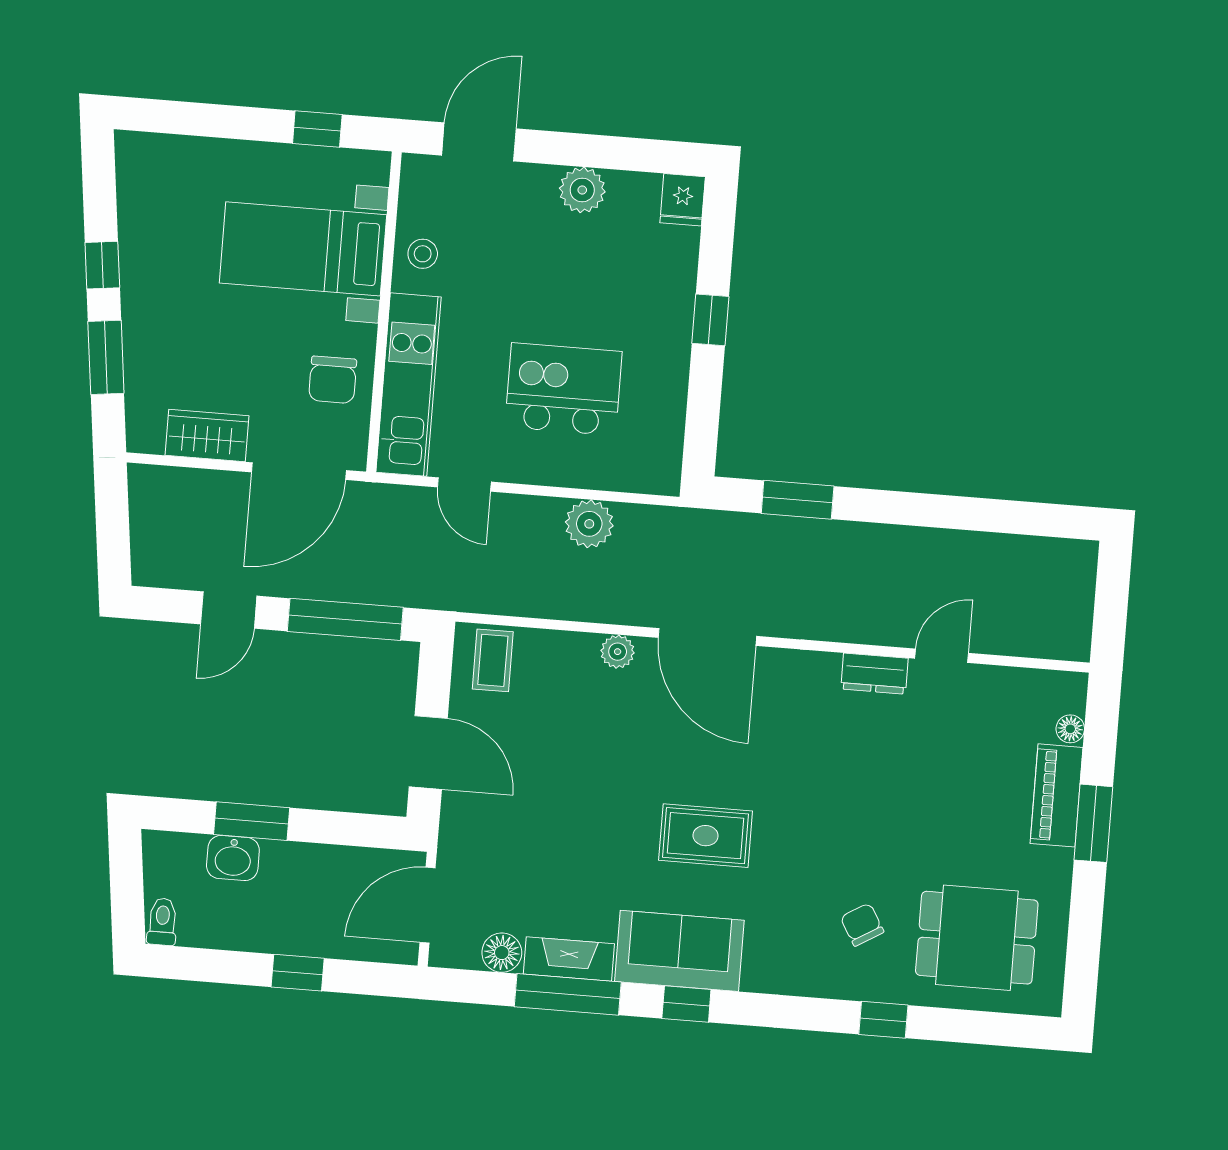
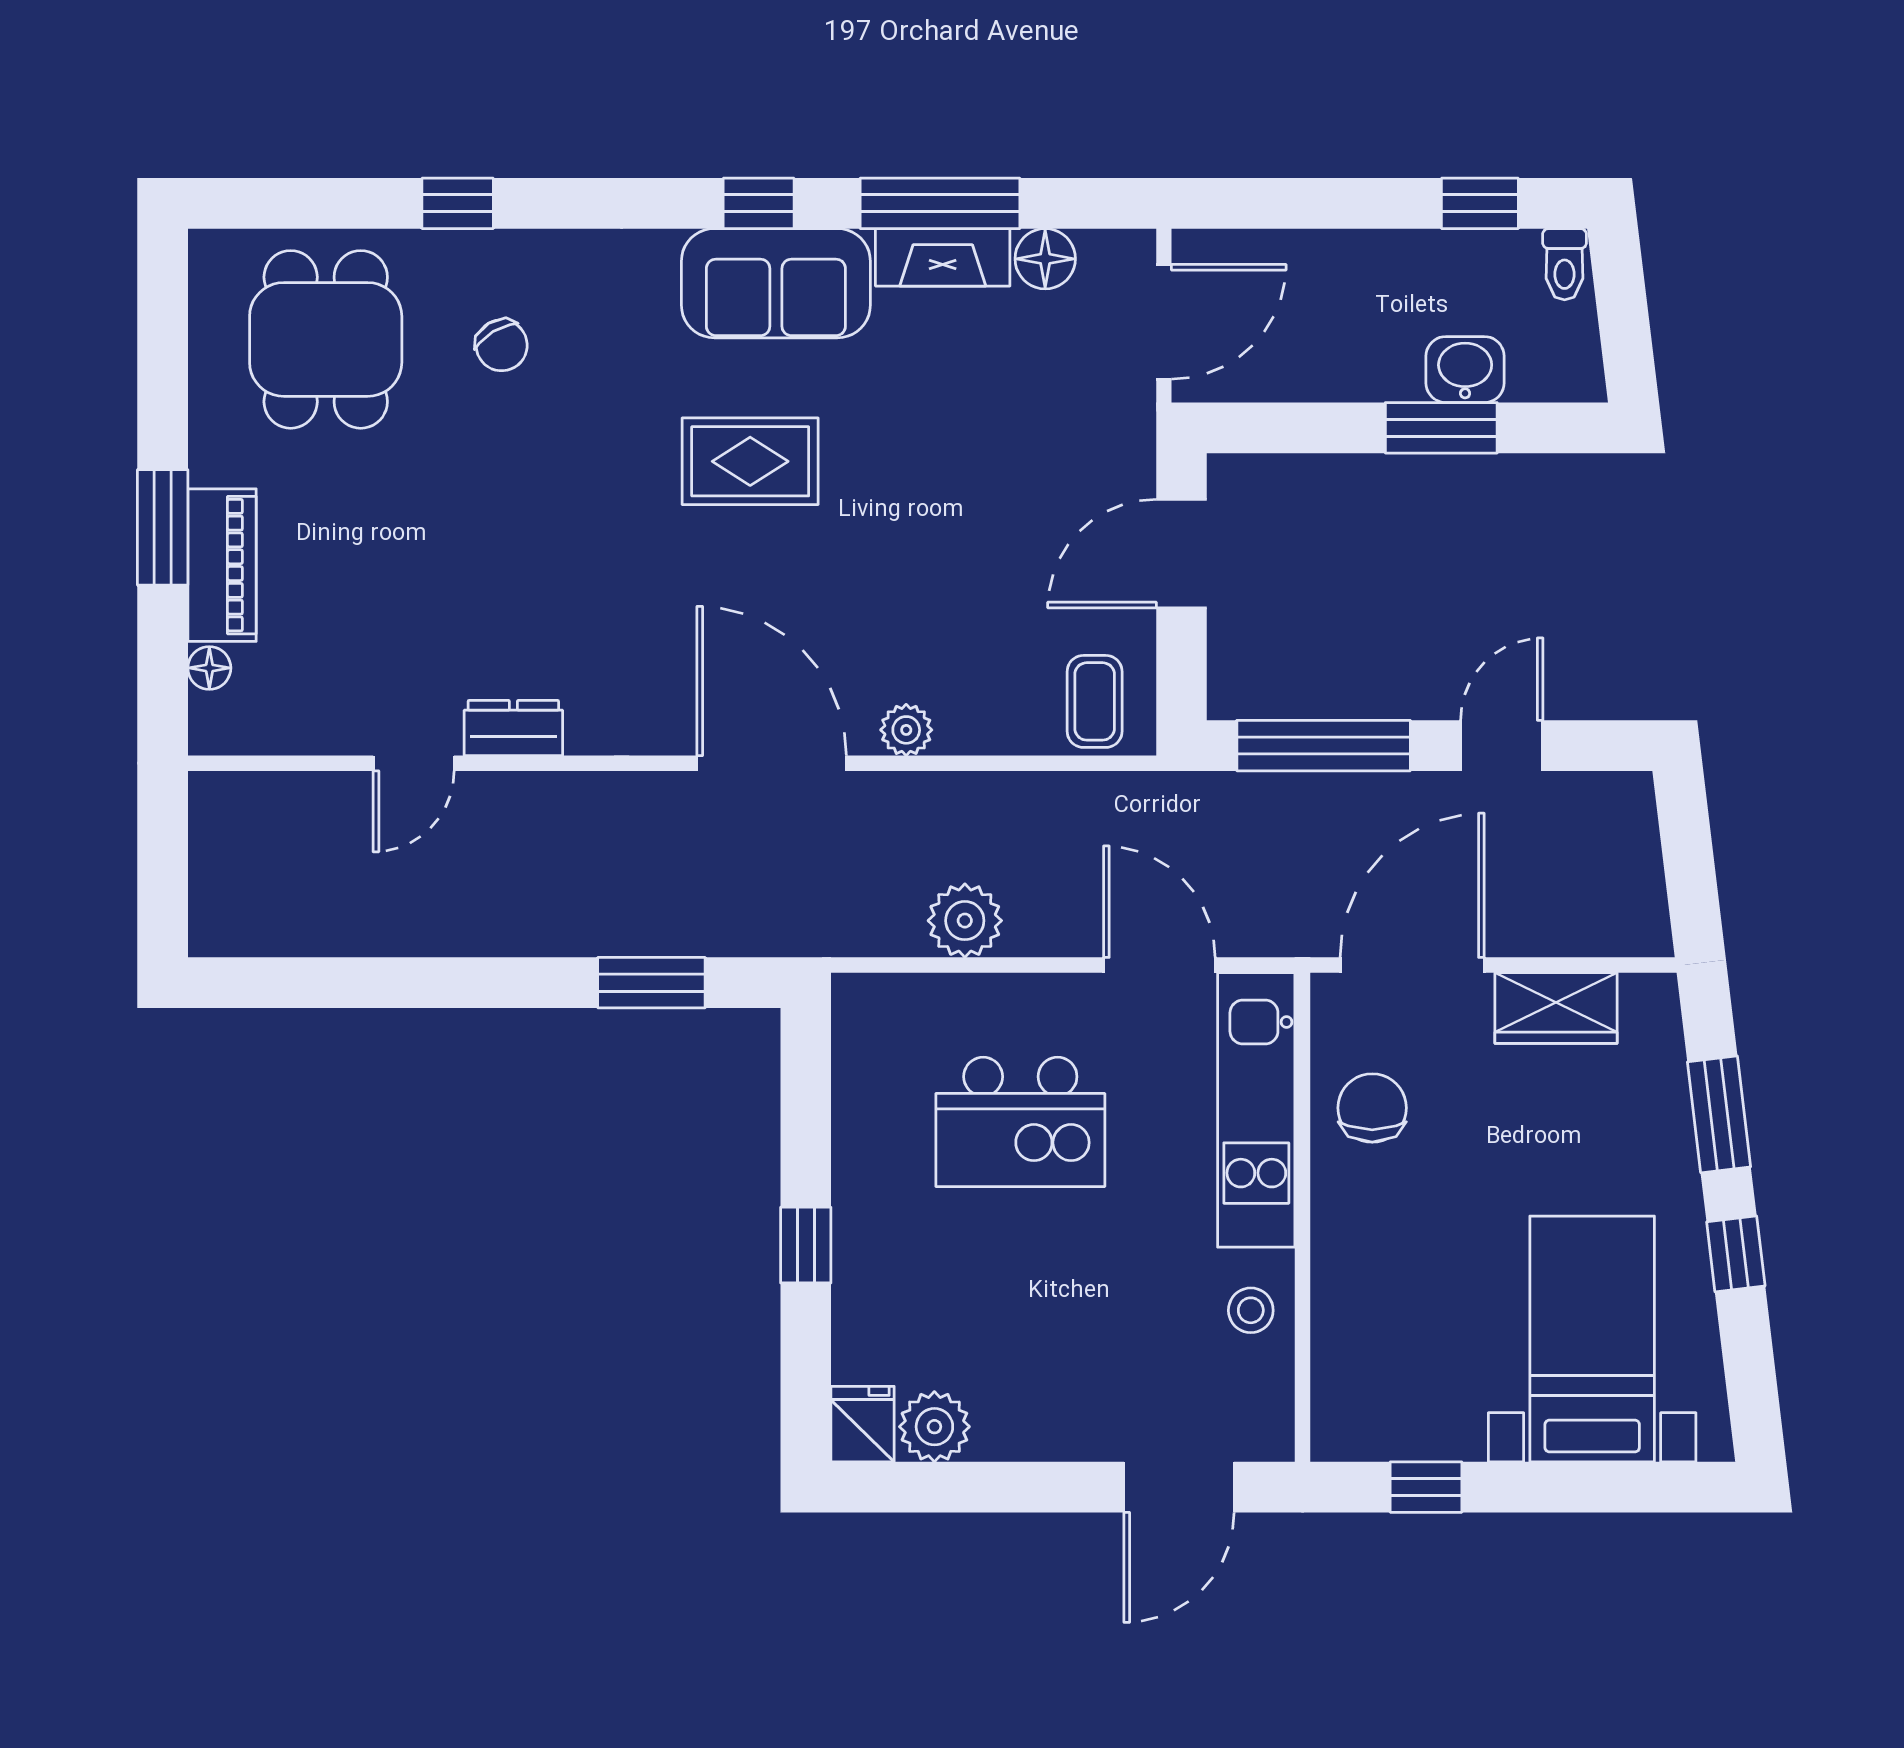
plant: (582, 190) -> (934, 1427), moved
bed with nightstands: (303, 249) -> (1592, 1339), moved, turned -90
door: (464, 485) -> (1159, 965), width x1.38
door: (428, 753) -> (1182, 554), hinge flipped
dining table: (977, 938) -> (326, 339), turned 90
window: (298, 973) -> (1480, 203), moved

